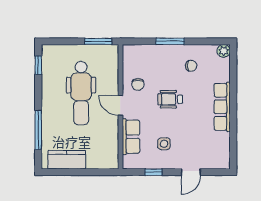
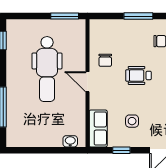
row of seats: (131, 137) -> (98, 129), moved
kitchen counter: (67, 160) -> (32, 137), removed
washbasin: (104, 163) -> (70, 141), added

